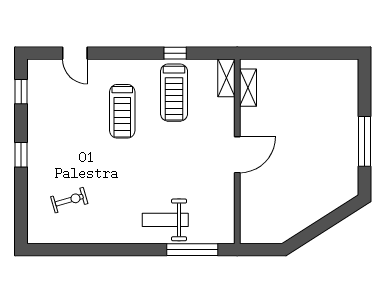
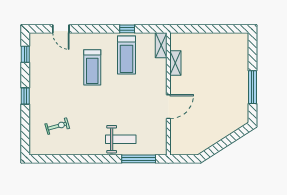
shelving: (248, 88) -> (175, 63), moved
door: (237, 155) -> (168, 107), moved
weight bench: (165, 220) -> (121, 139), turned 180

